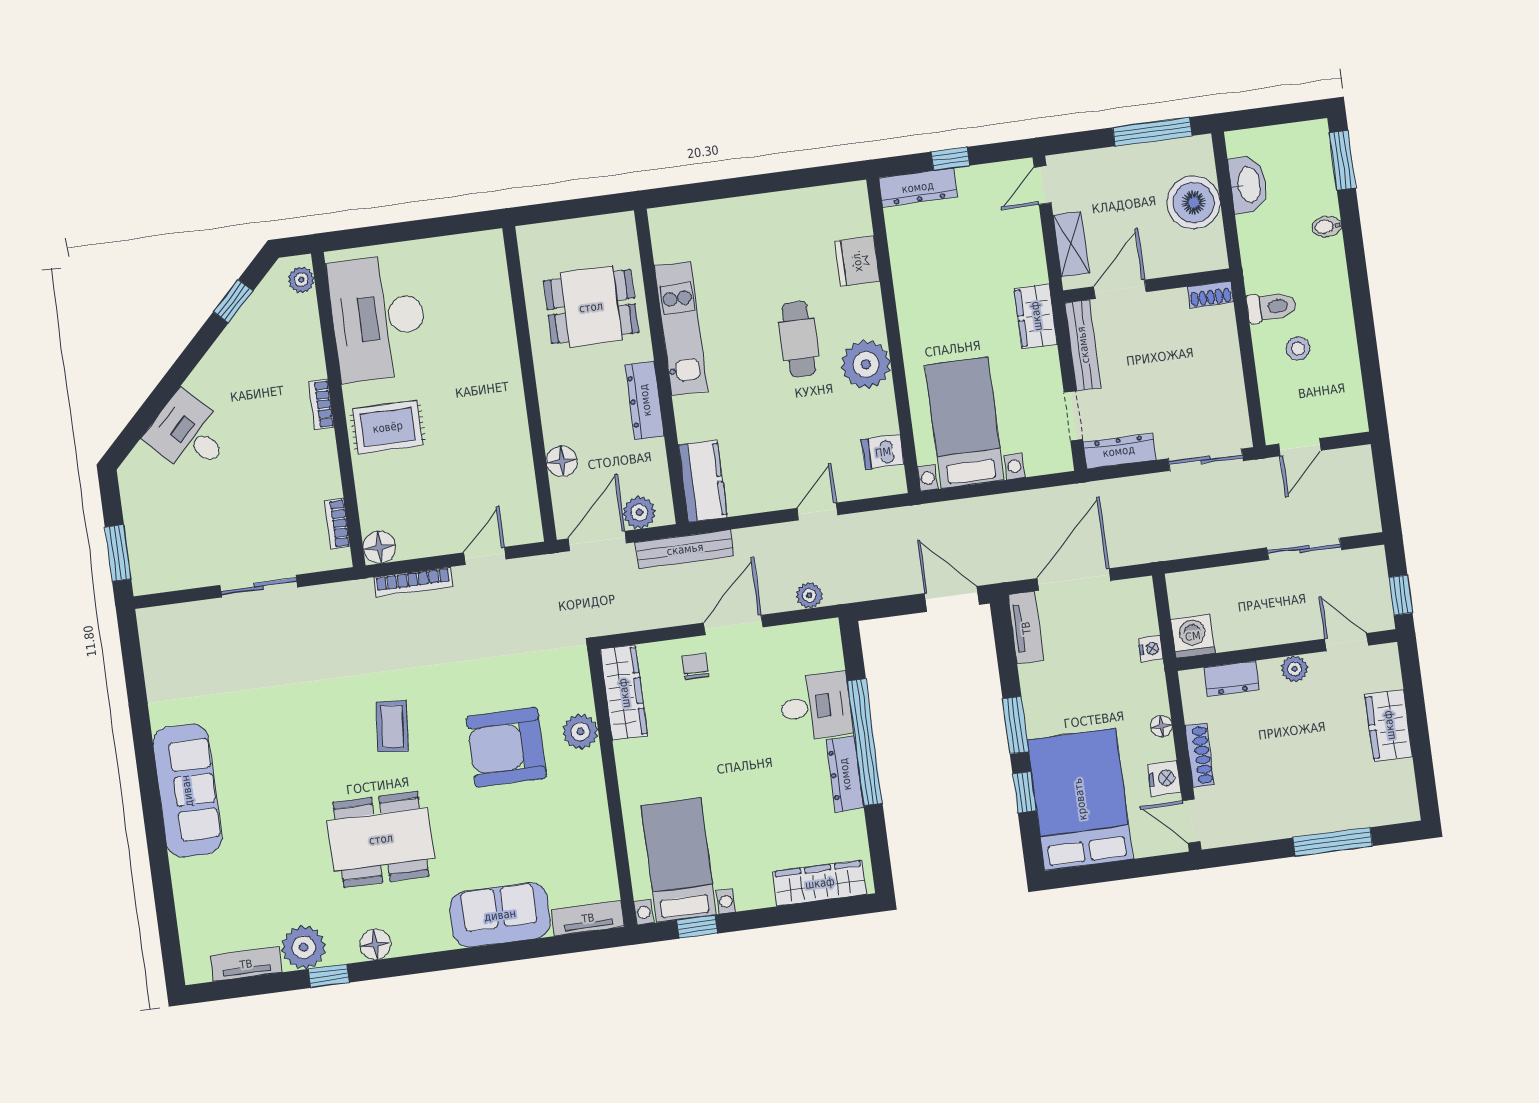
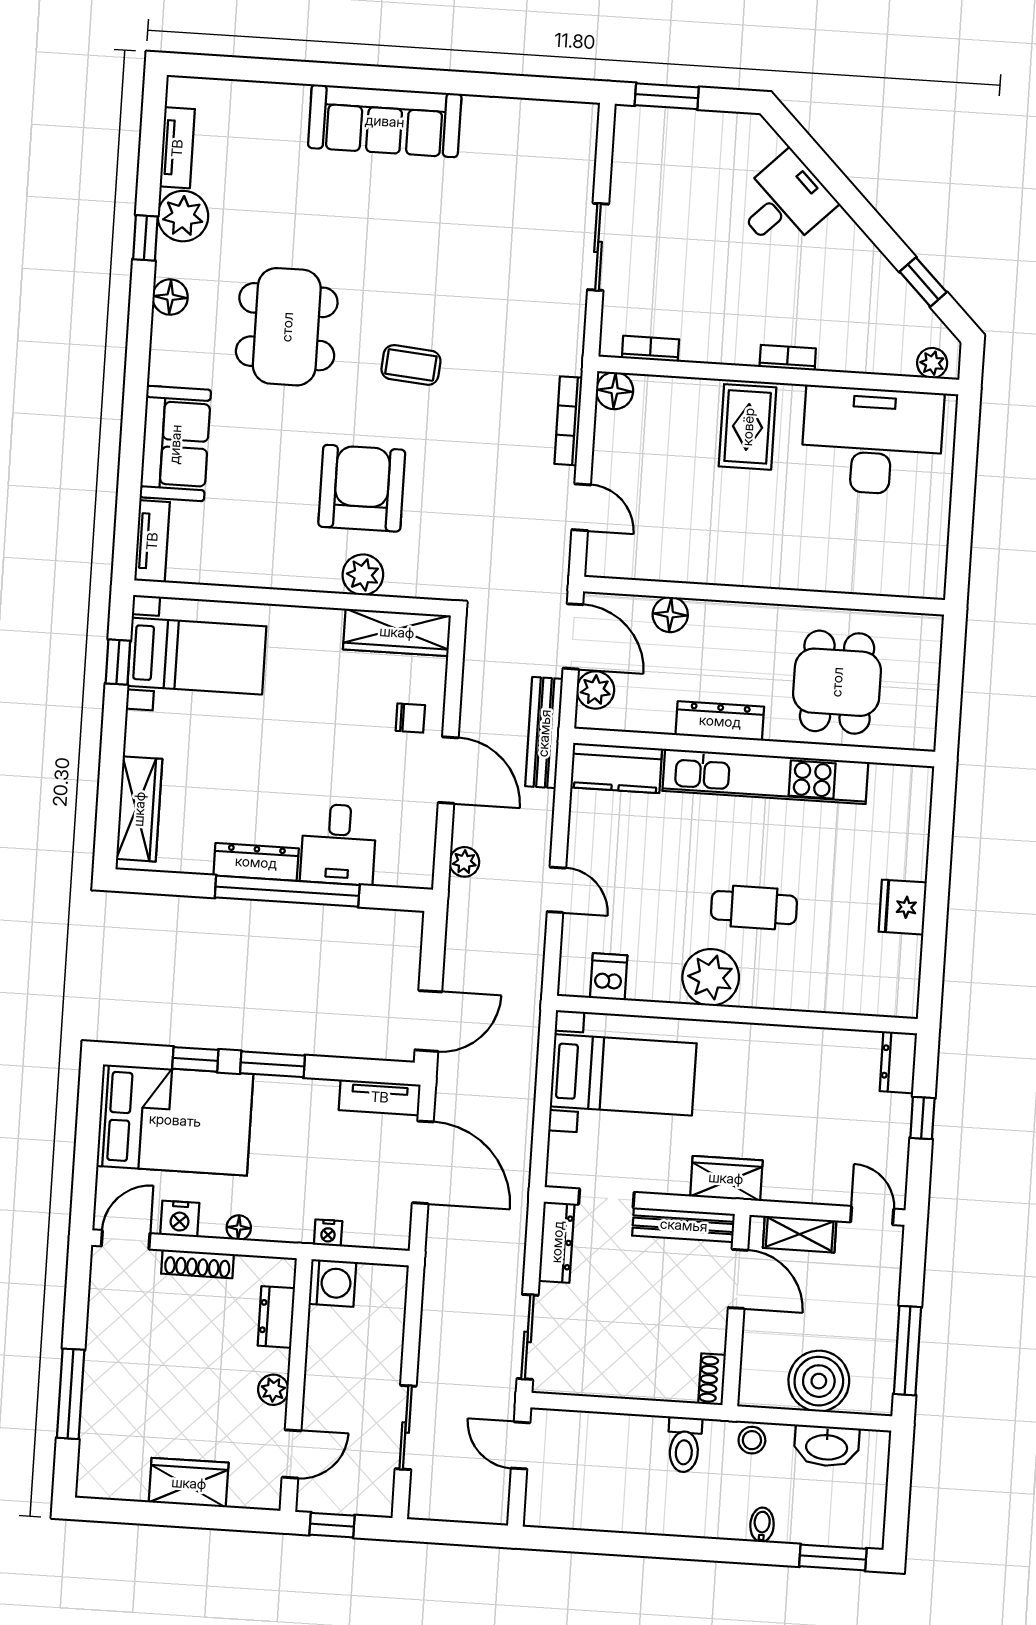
dresser: (918, 187) -> (898, 1062), width x0.70
fridge: (857, 261) -> (903, 907), moved, turned -90
kitchen unit: (681, 328) -> (765, 776), width x1.36
stool: (1298, 348) -> (752, 1440), moved

